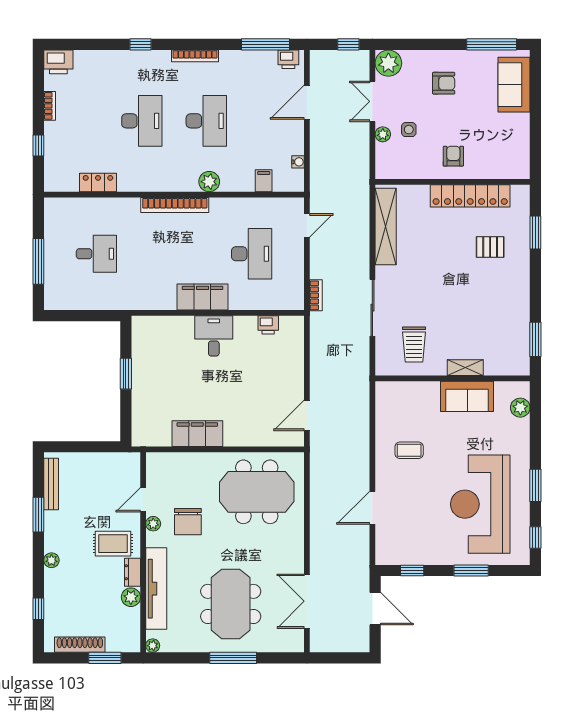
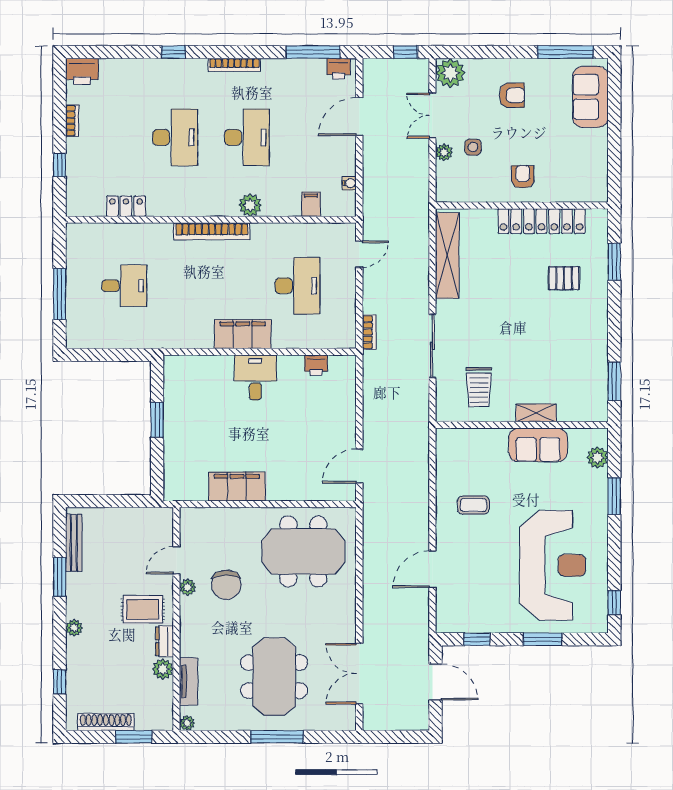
window: (535, 485) -> (614, 496), moved
reception desk: (480, 504) -> (553, 565), turned 180
tv unit: (156, 589) -> (189, 681), width x0.52, depth x0.78

